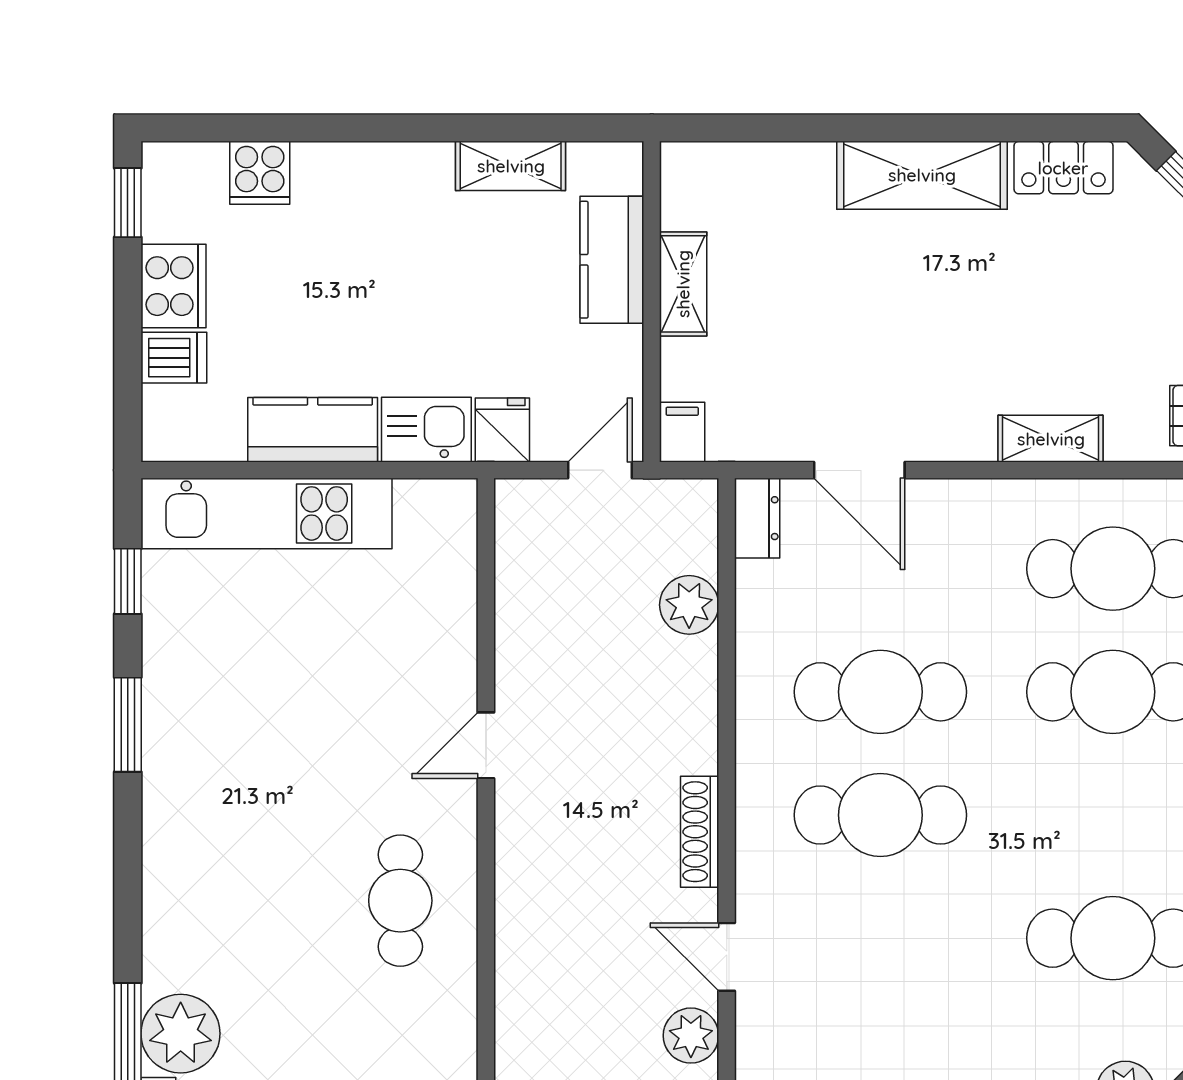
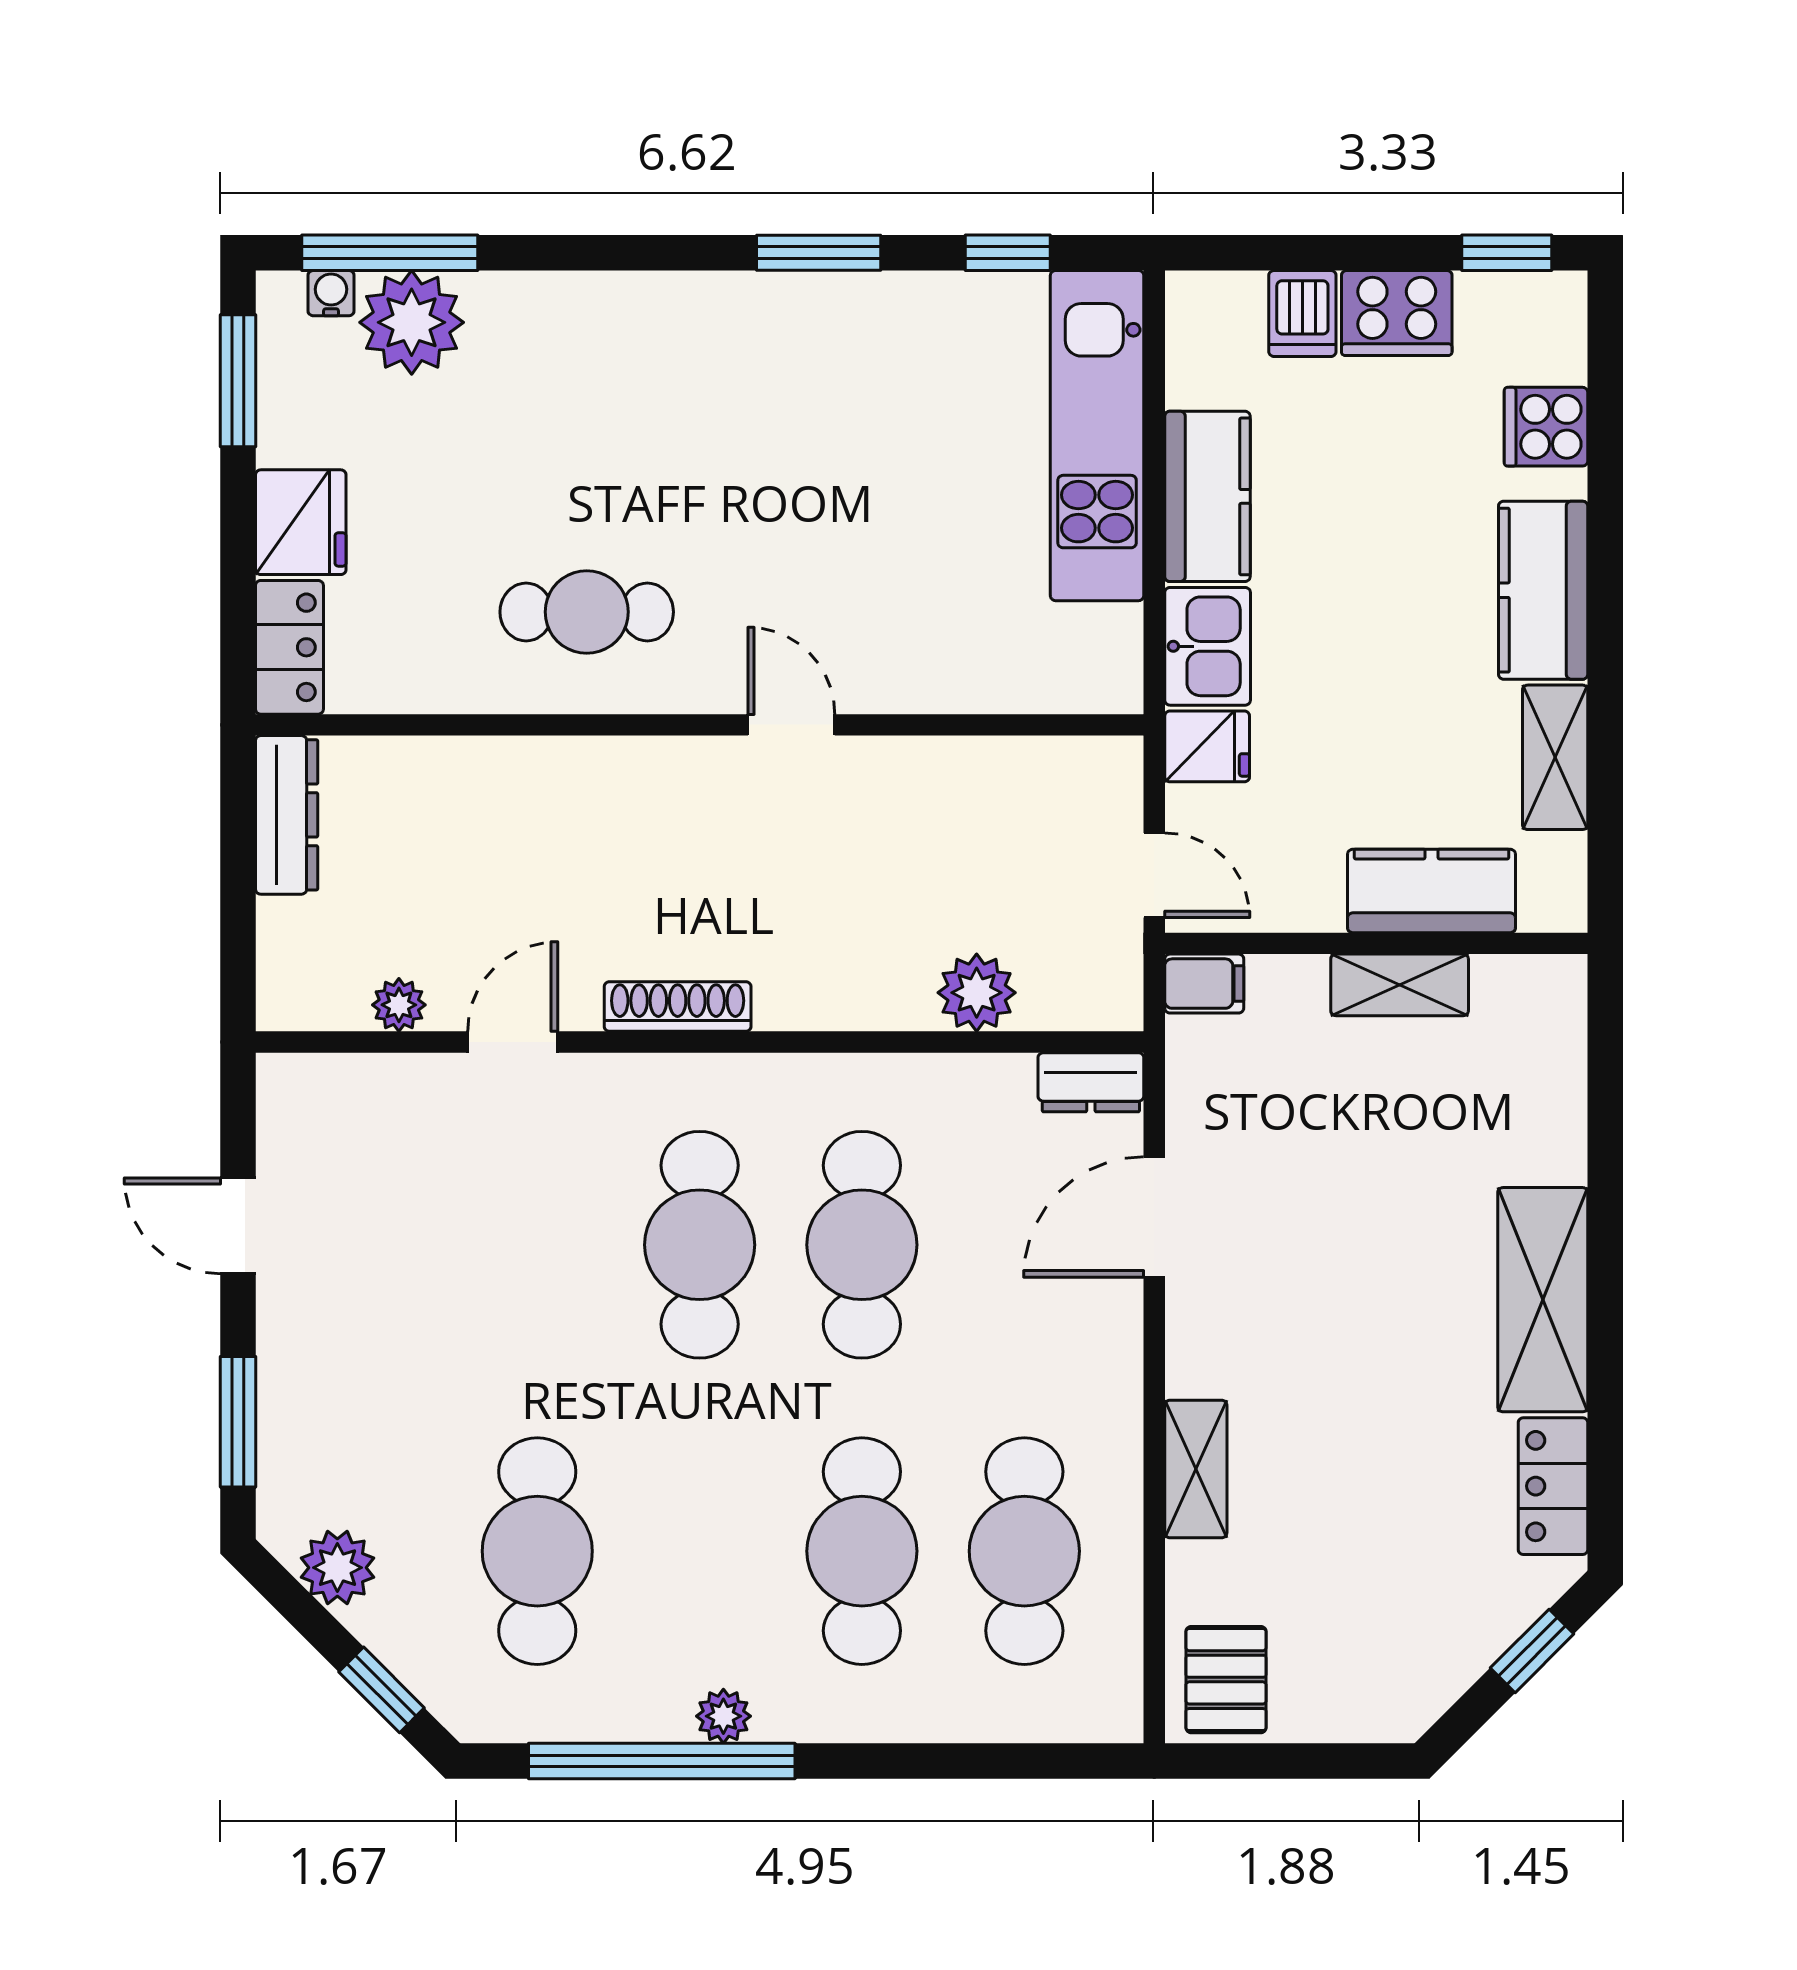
kitchen counter: (384, 175) -> (1543, 590), added
plant: (691, 1036) -> (399, 1005), width x0.73, depth x0.73

